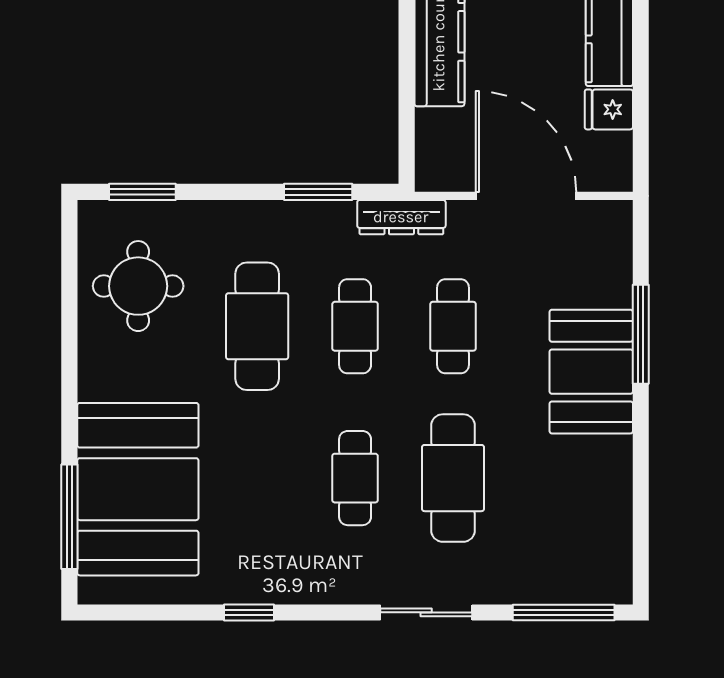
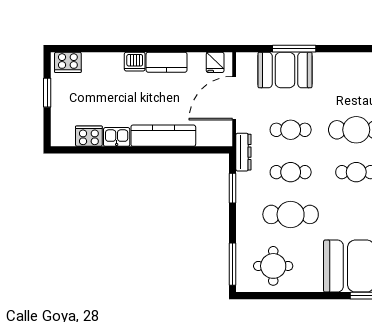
fridge: (609, 109) -> (215, 62), moved
window: (142, 192) -> (232, 264), width x1.44
booth: (591, 372) -> (285, 70), moved

